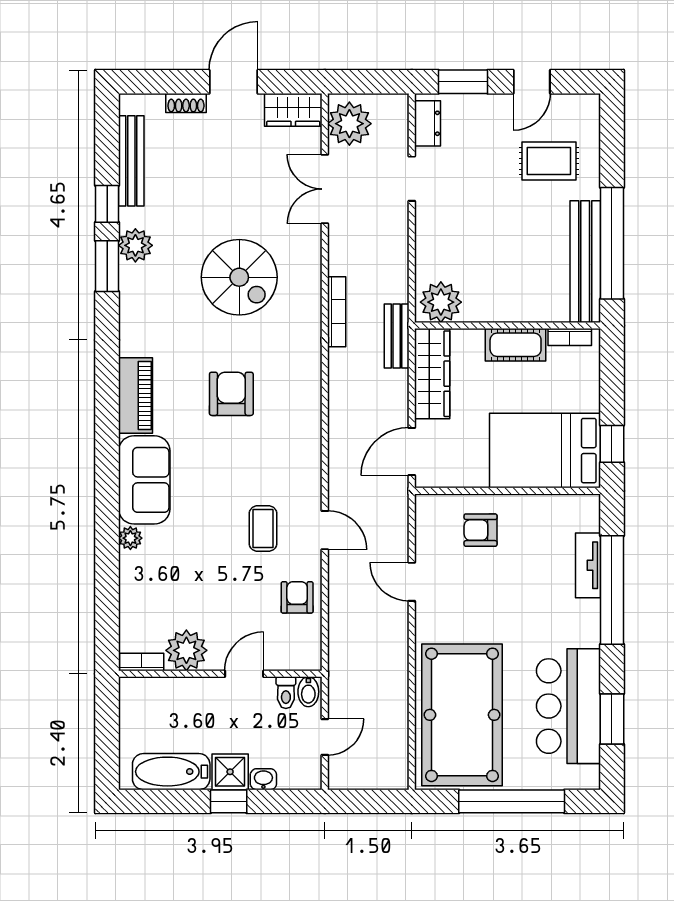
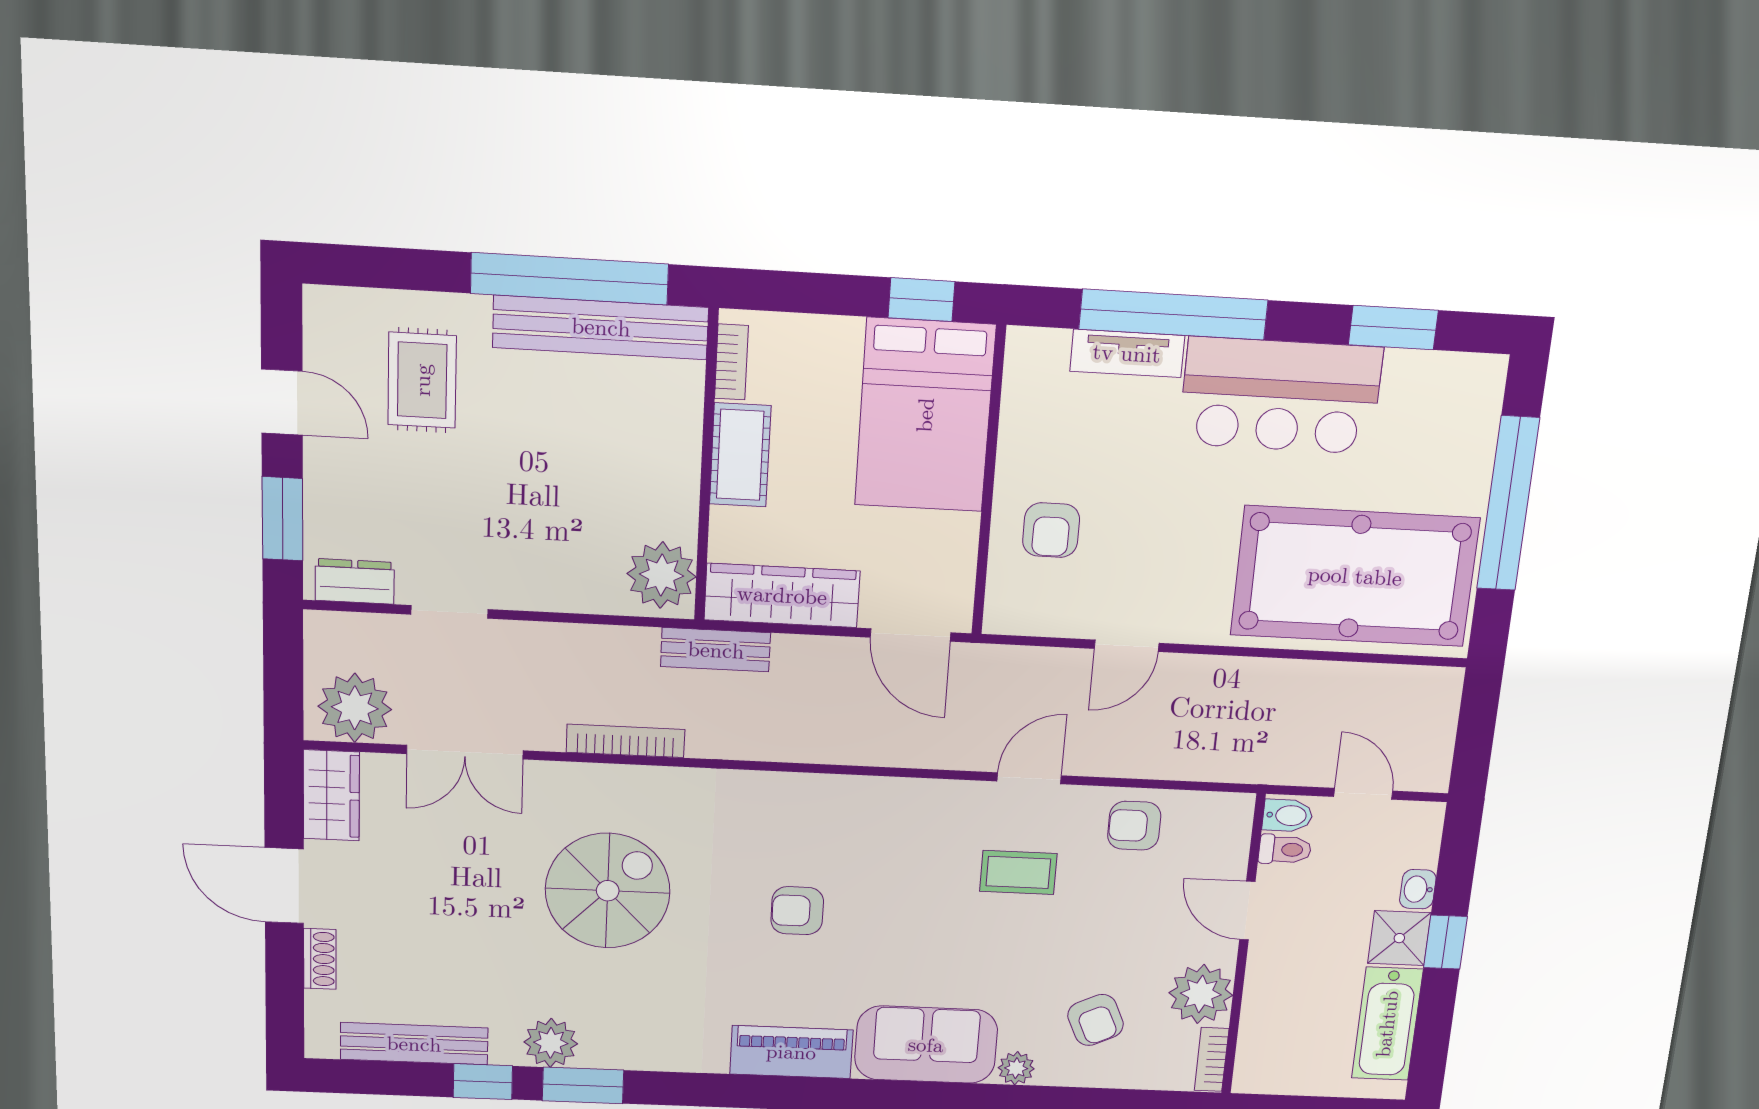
bookcase: (337, 312) -> (626, 741), moved
armchair: (231, 394) -> (797, 911), width x0.72, depth x0.72
armchair: (166, 585) -> (1096, 1020), added
bar counter: (568, 706) -> (1281, 396), moved

